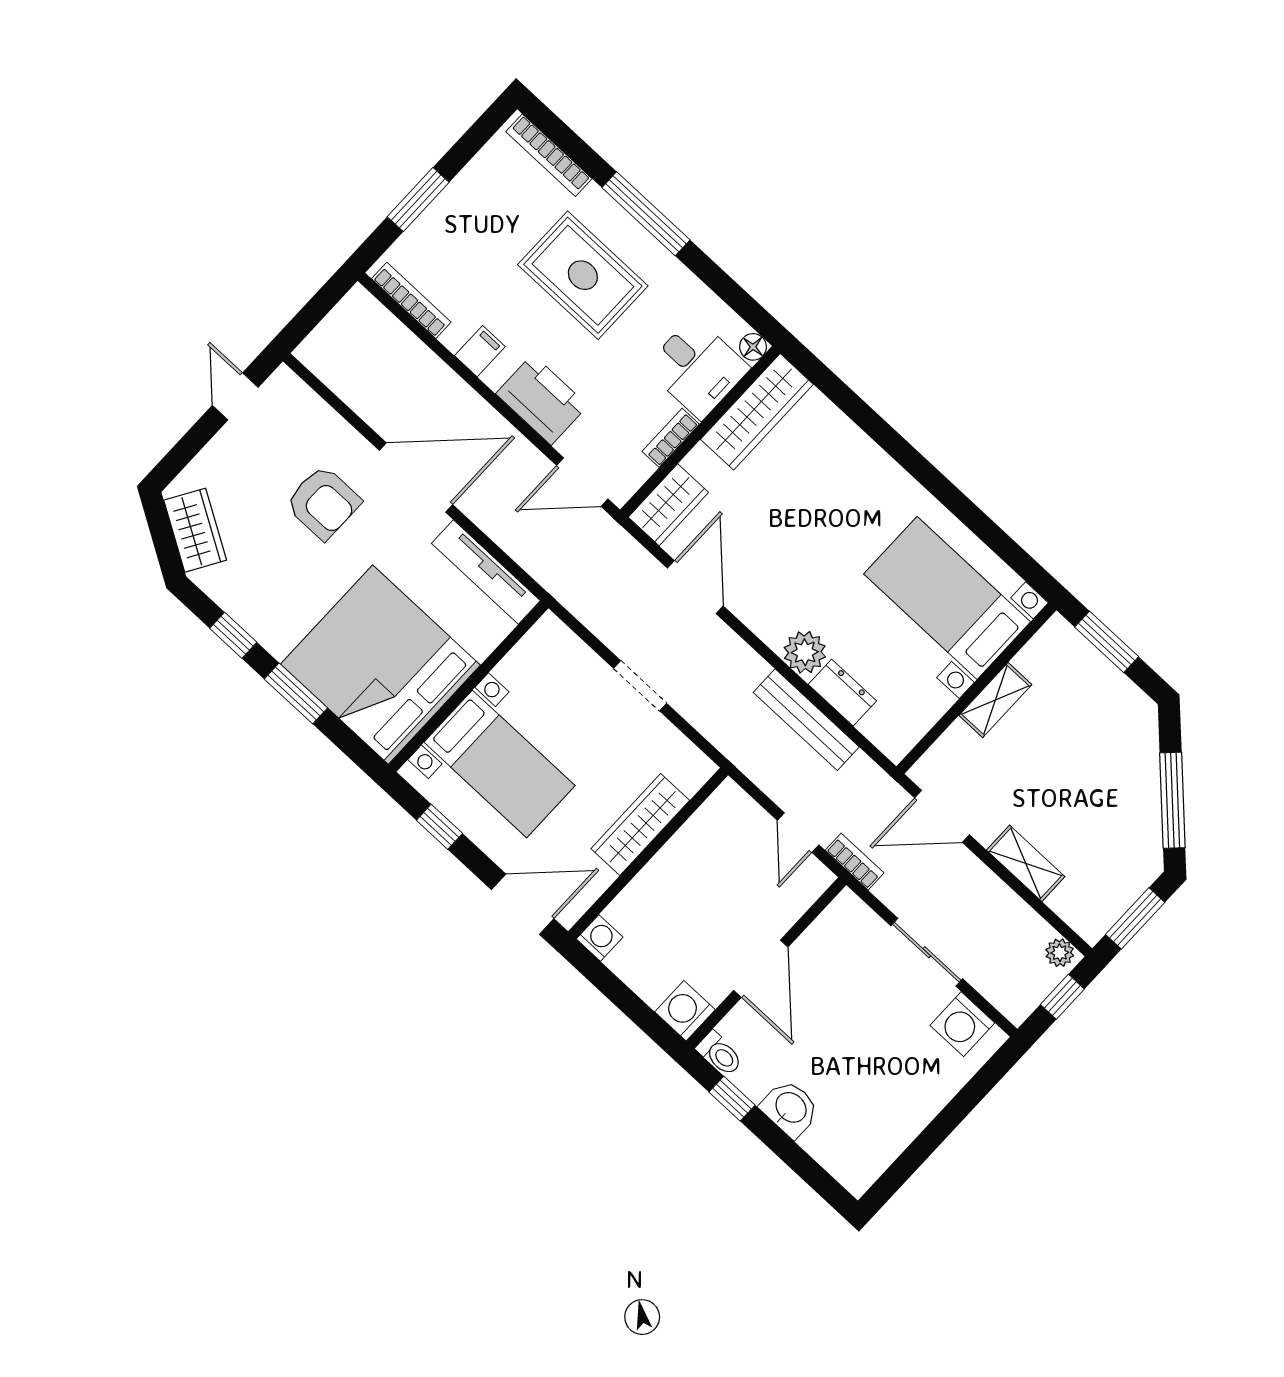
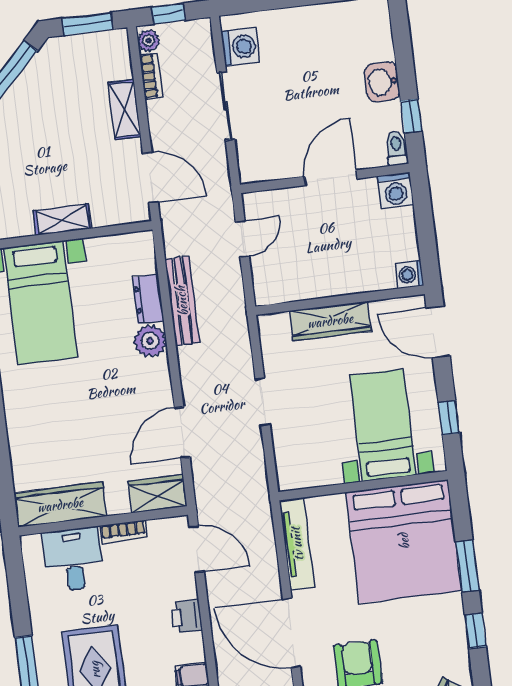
floor lamp: (753, 347) -> (31, 544), removed
printer: (542, 400) -> (187, 616), width x0.53, depth x0.68
bookcase: (855, 862) -> (151, 76), moved, turned 180

